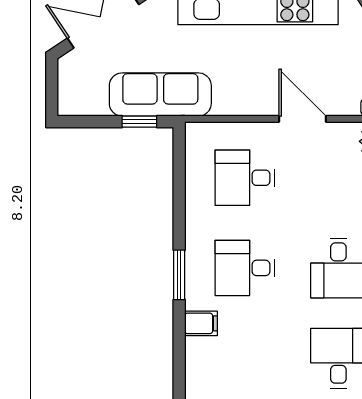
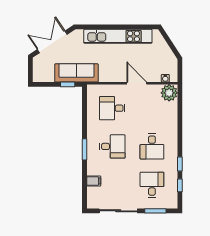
desk: (245, 268) -> (112, 146), turned 180
filing cabinet: (201, 323) -> (94, 181), moved

